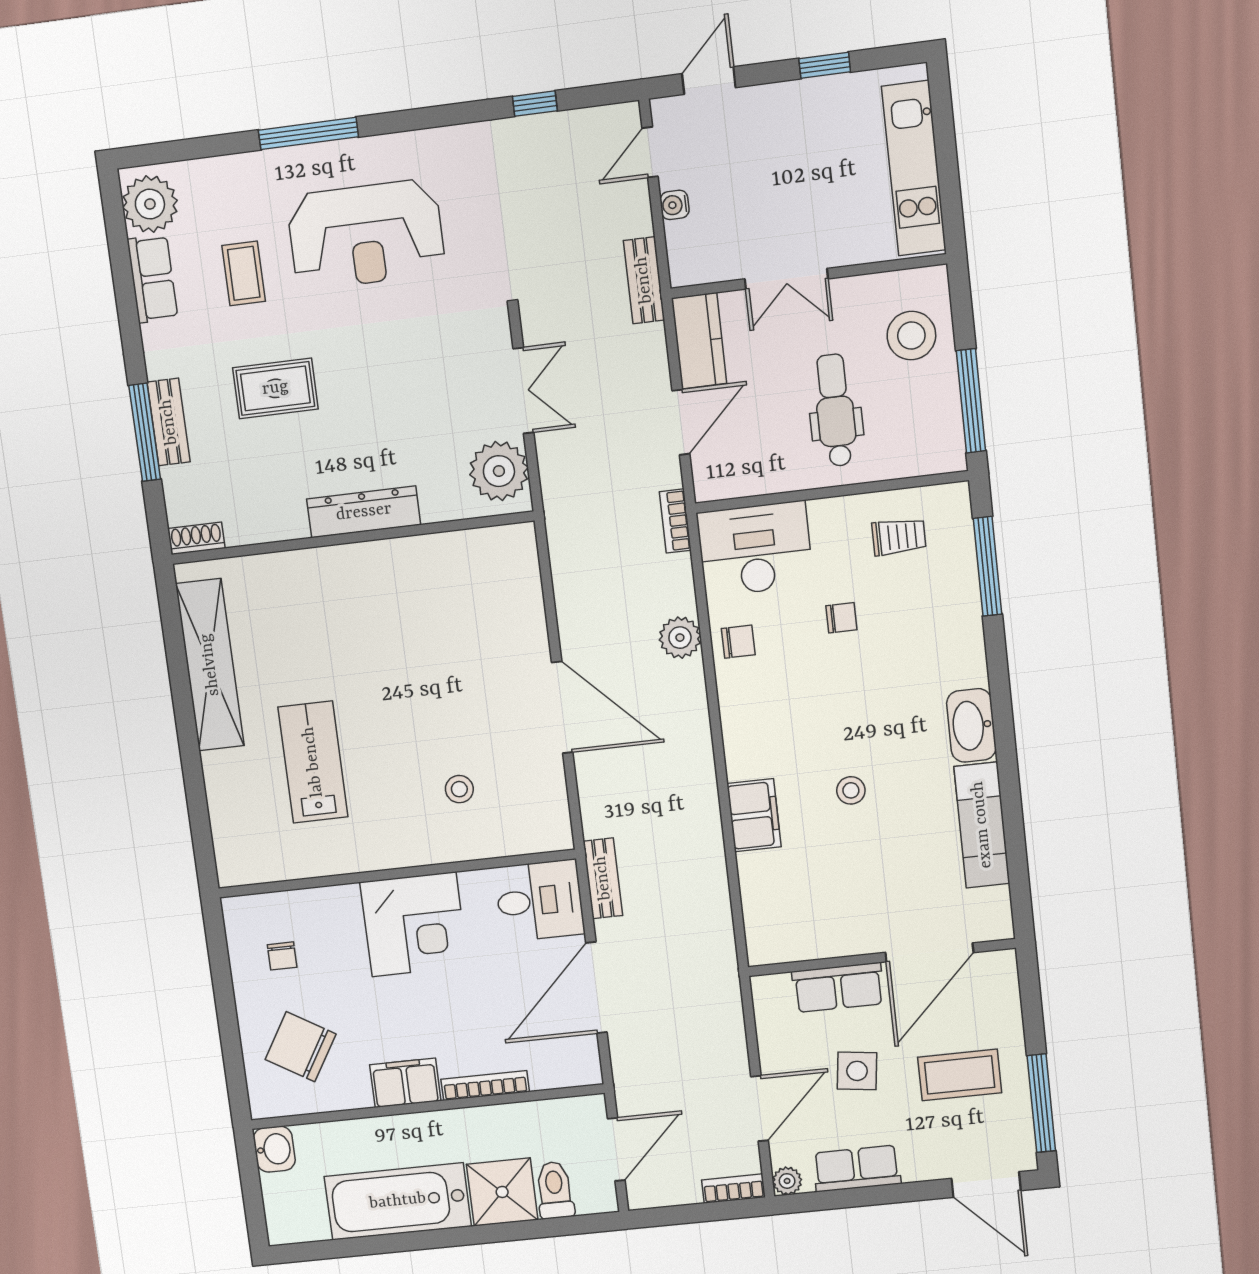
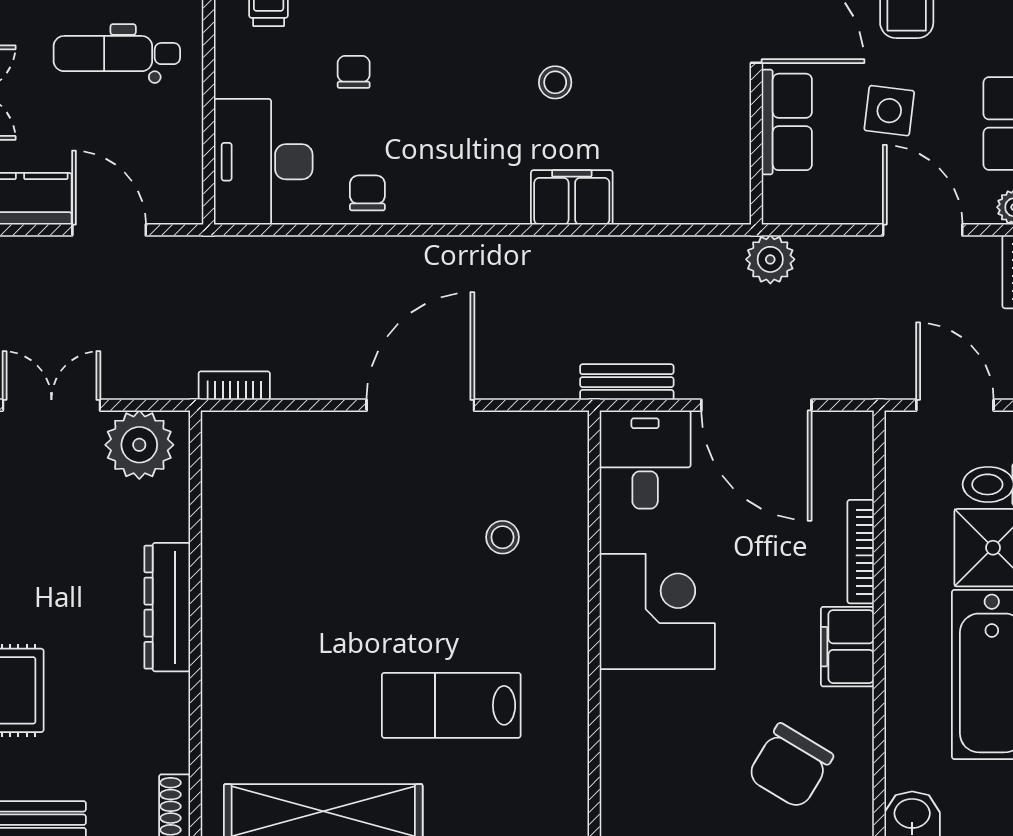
bookcase: (675, 521) -> (234, 386), moved, turned 180
plant: (680, 638) -> (770, 259), moved
chair: (282, 956) -> (678, 773), removed

